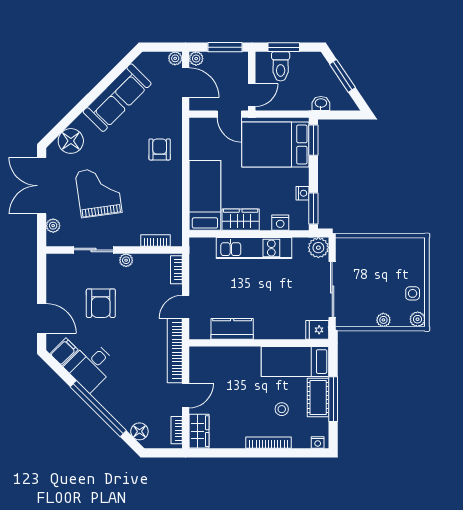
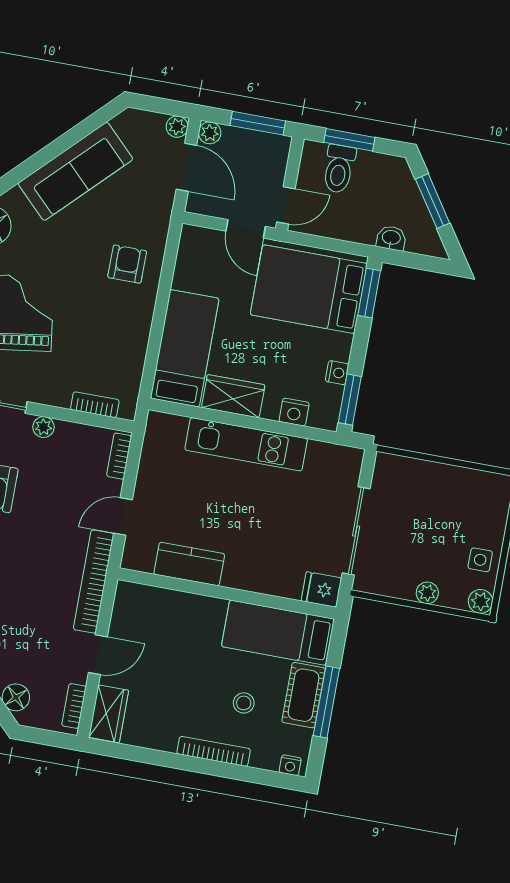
plant: (318, 248) -> (346, 462), removed

